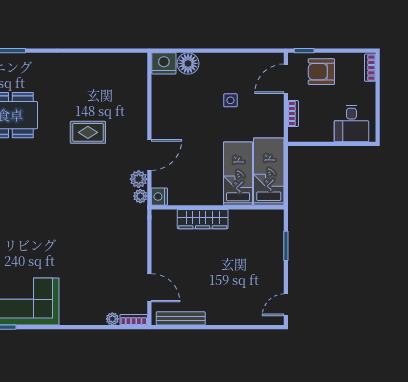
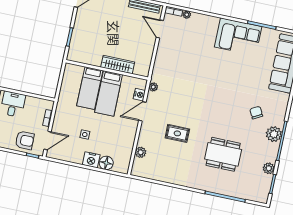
nightstand: (164, 63) -> (91, 160), moved
bed: (269, 172) -> (109, 93), moved
plant: (139, 179) -> (141, 152), moved
nightstand: (159, 197) -> (139, 95), moved

